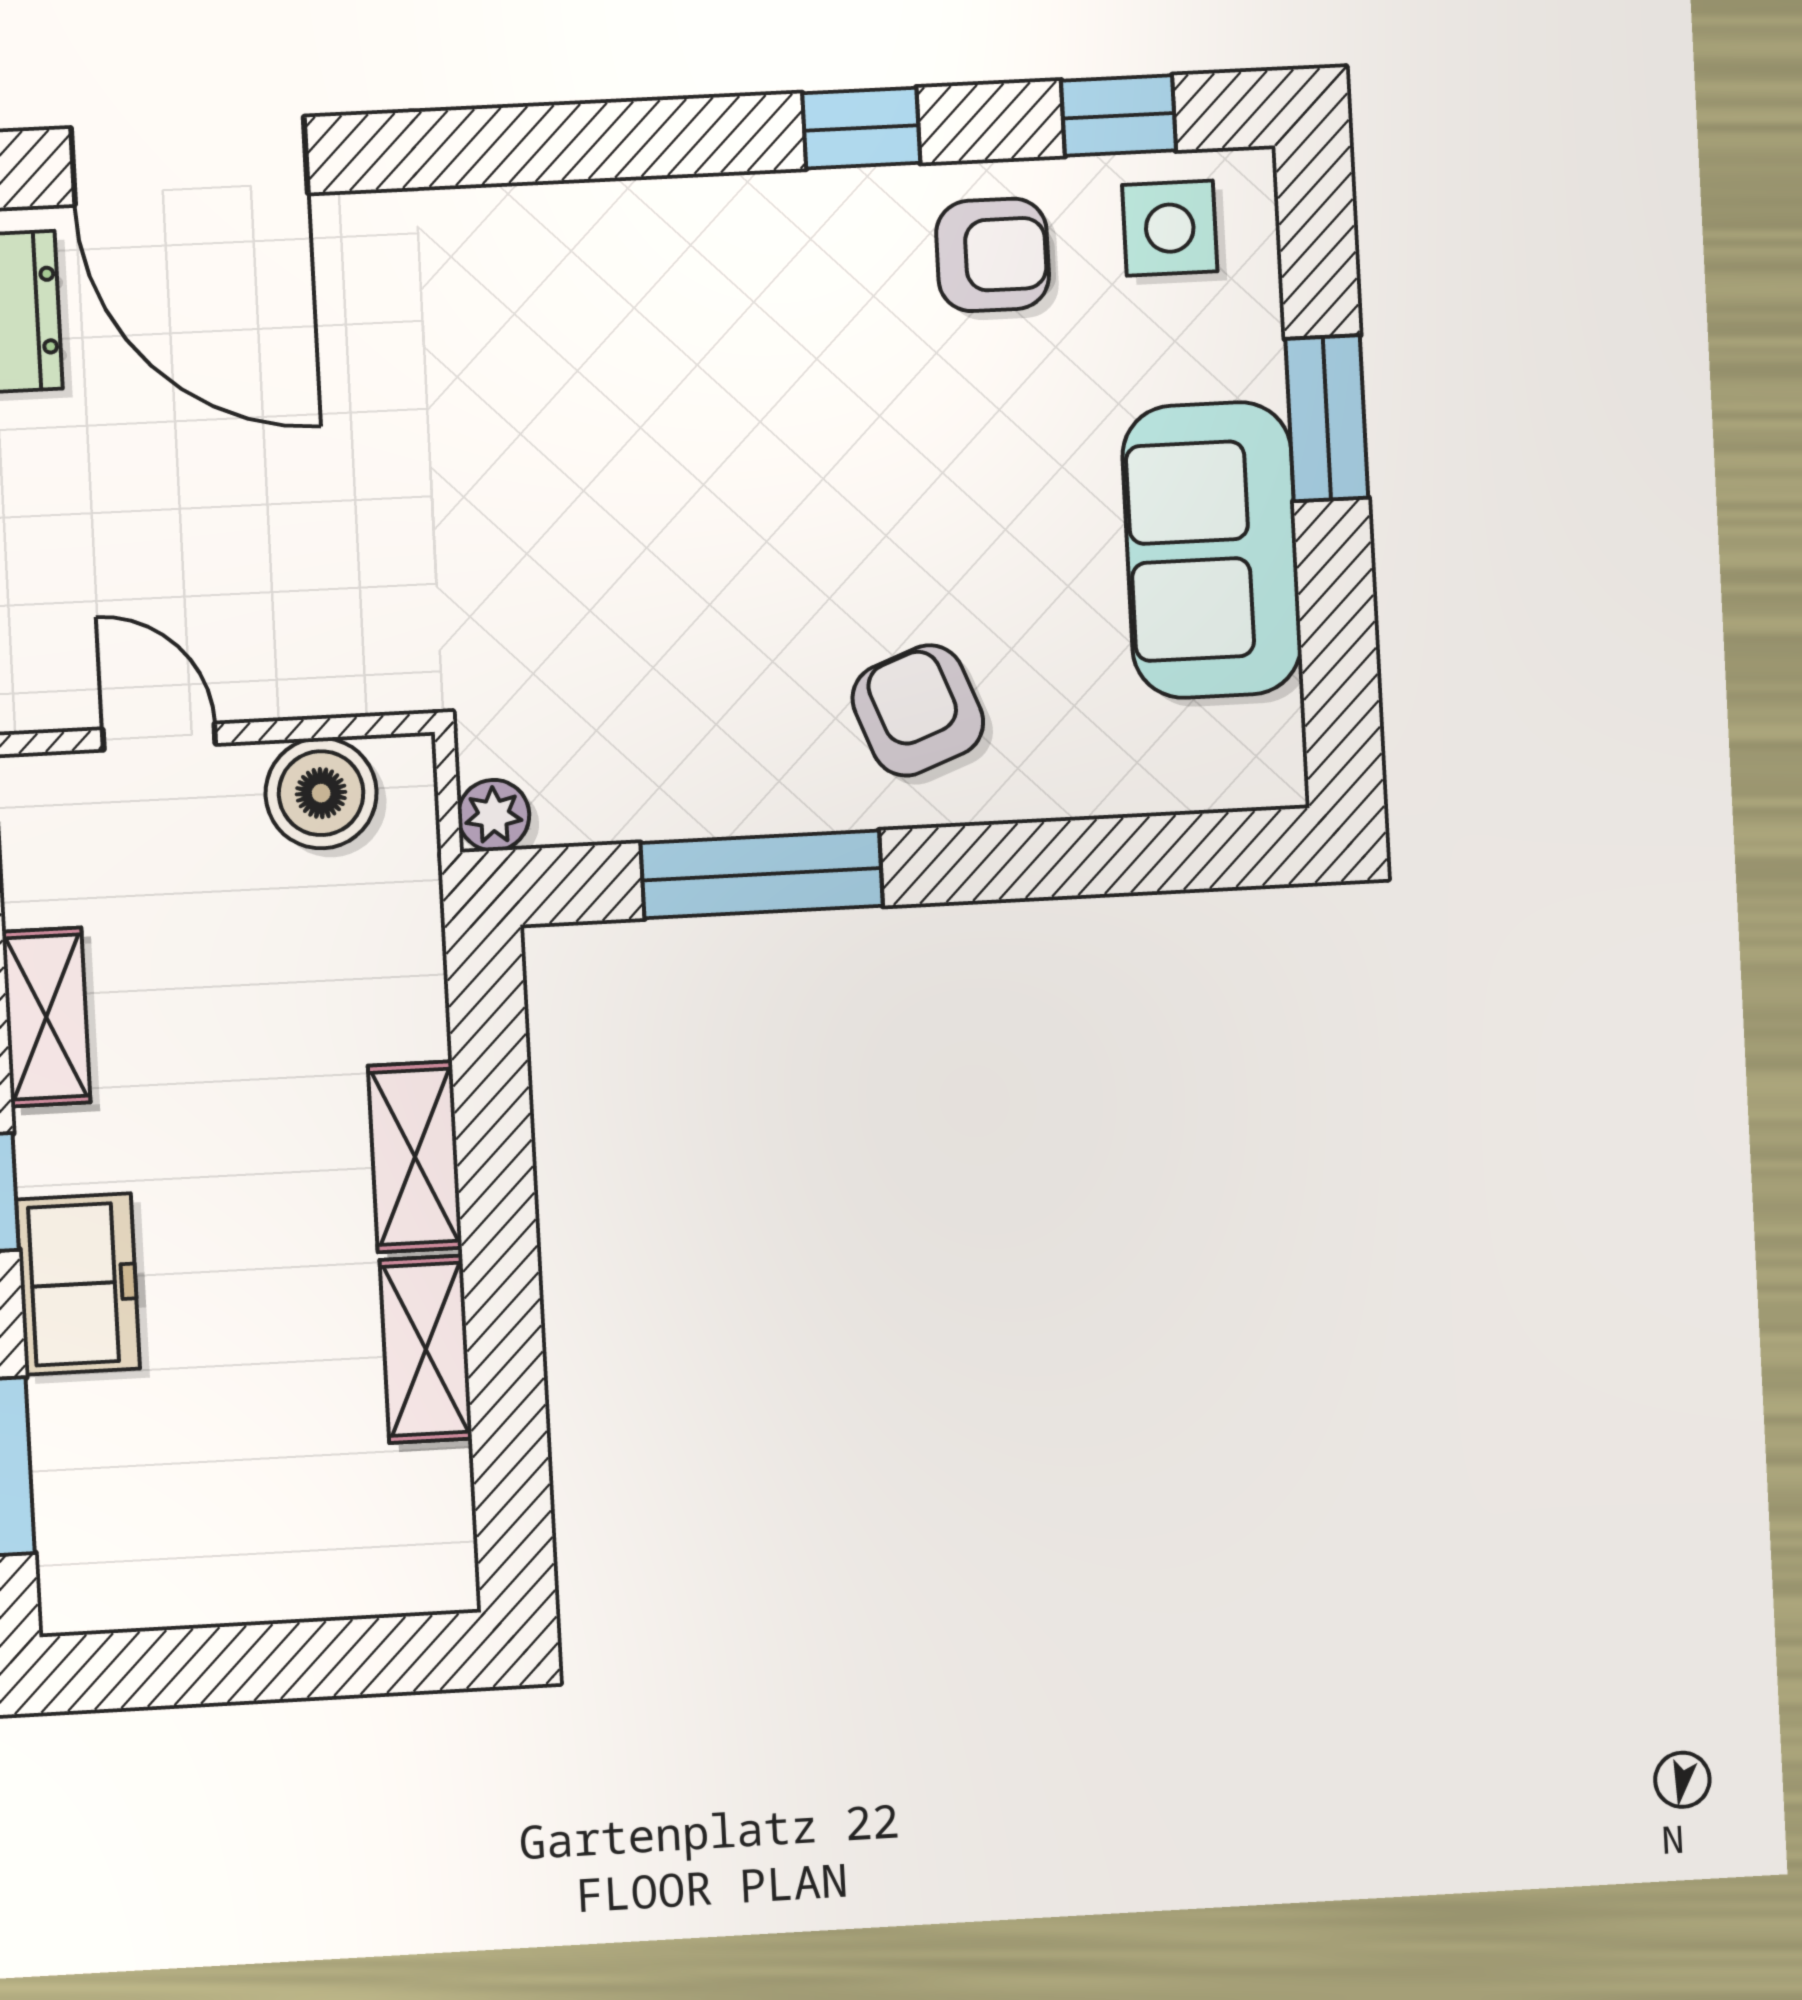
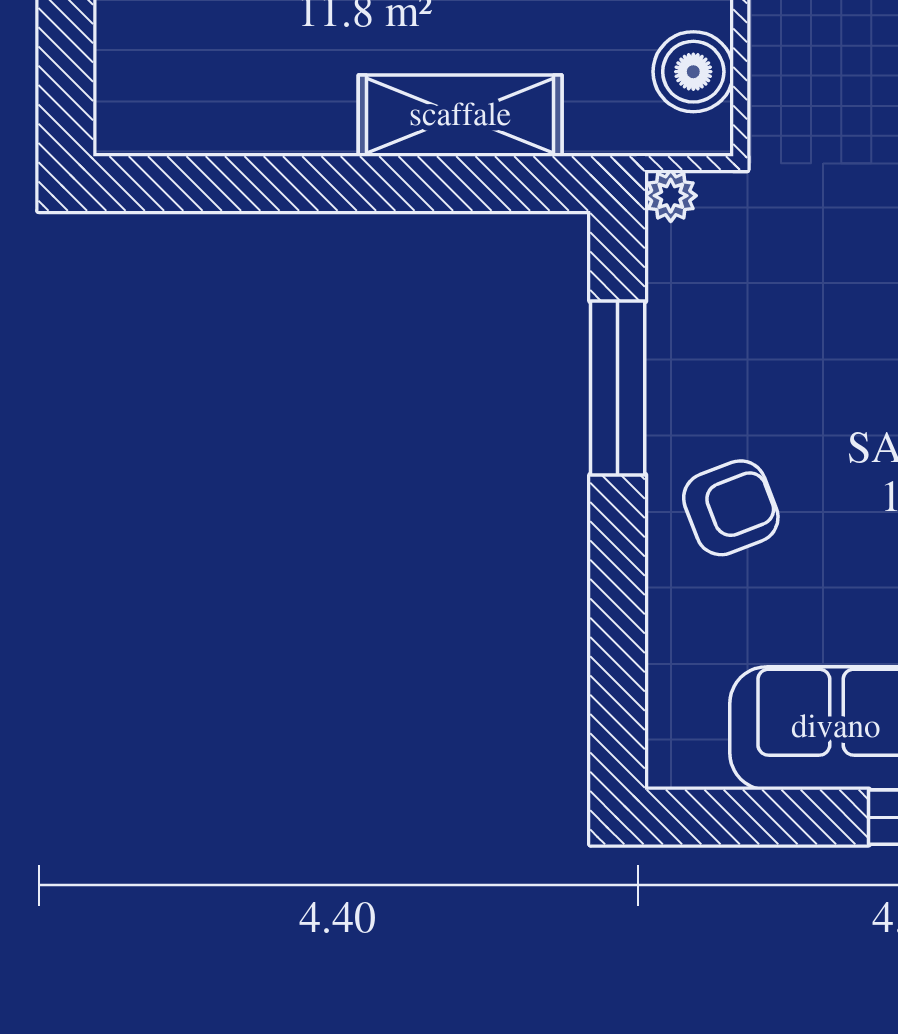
shelving: (415, 1157) -> (460, 116), width x1.50, depth x1.33
shelving: (426, 1349) -> (286, 126), removed

